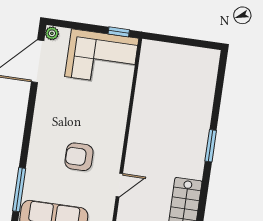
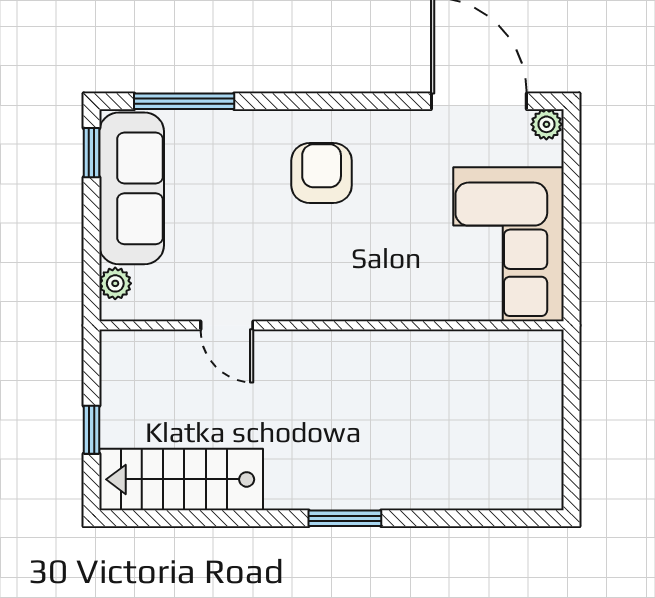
window: (119, 32) -> (571, 274), removed
armchair: (79, 157) -> (322, 173), moved

